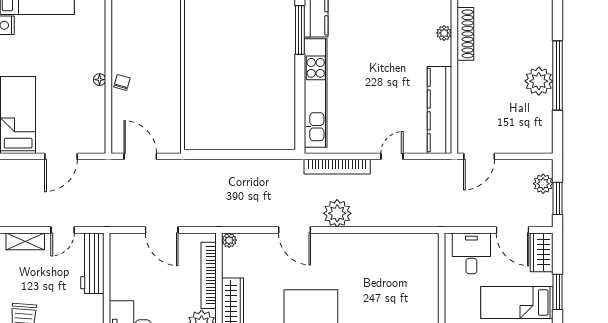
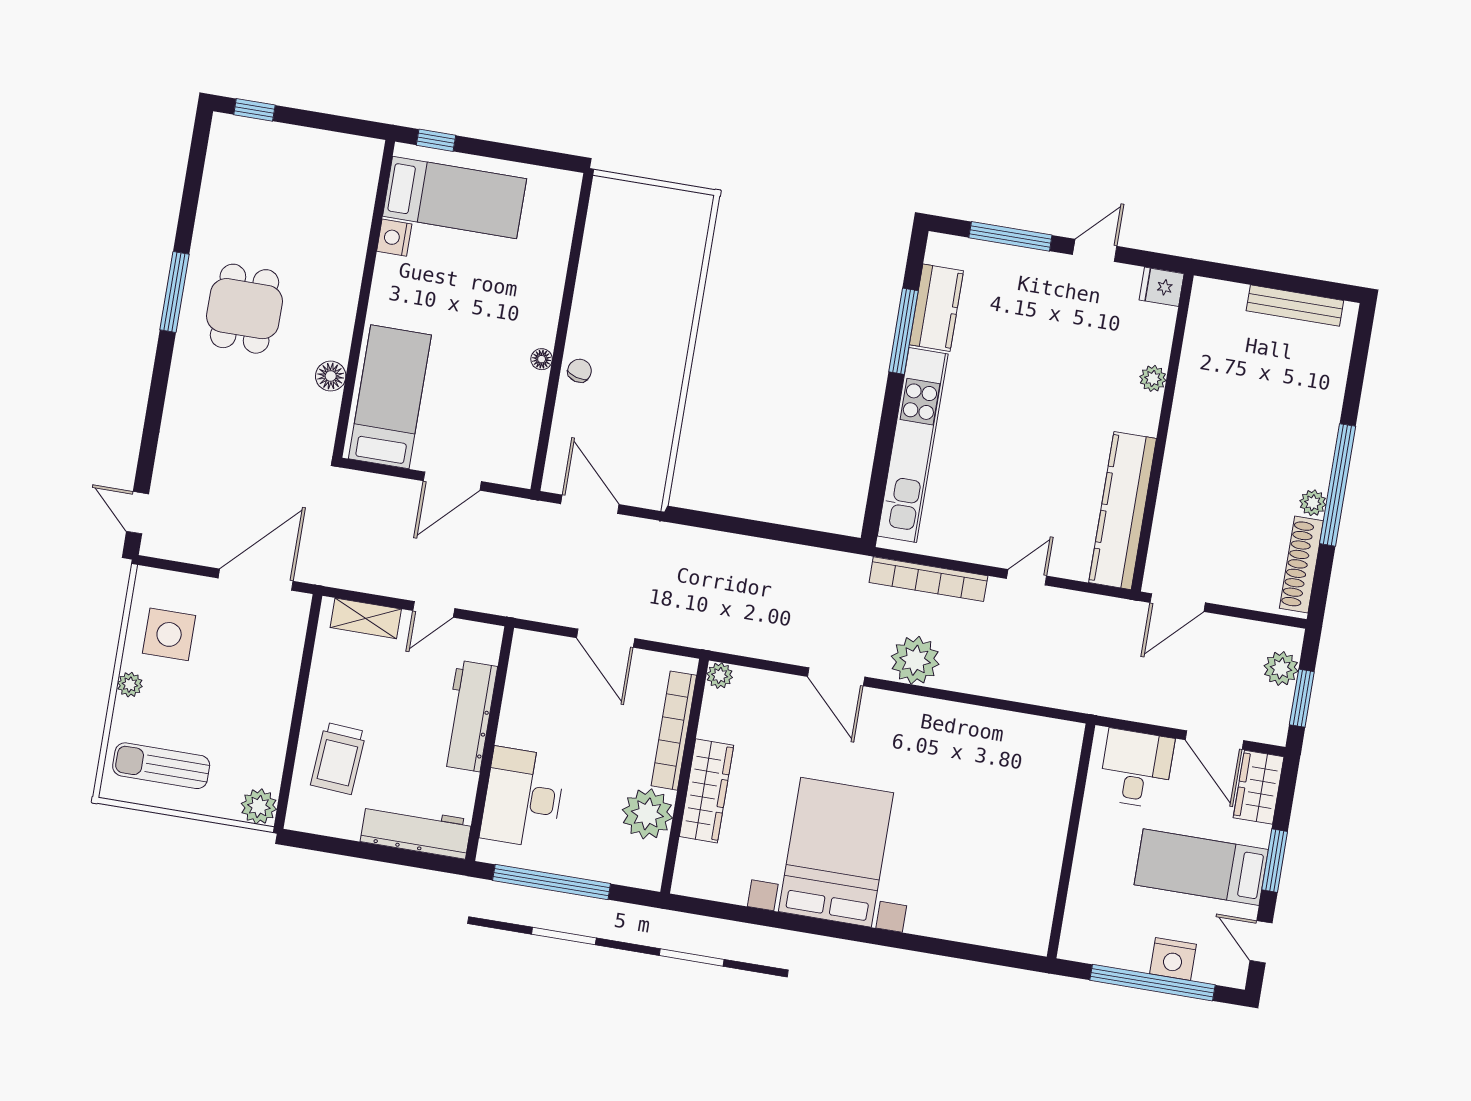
shoe rack: (465, 34) -> (1301, 564), moved, turned 180
plant: (539, 81) -> (1313, 503), width x0.53, depth x0.53
workbench: (92, 263) -> (469, 716), moved

